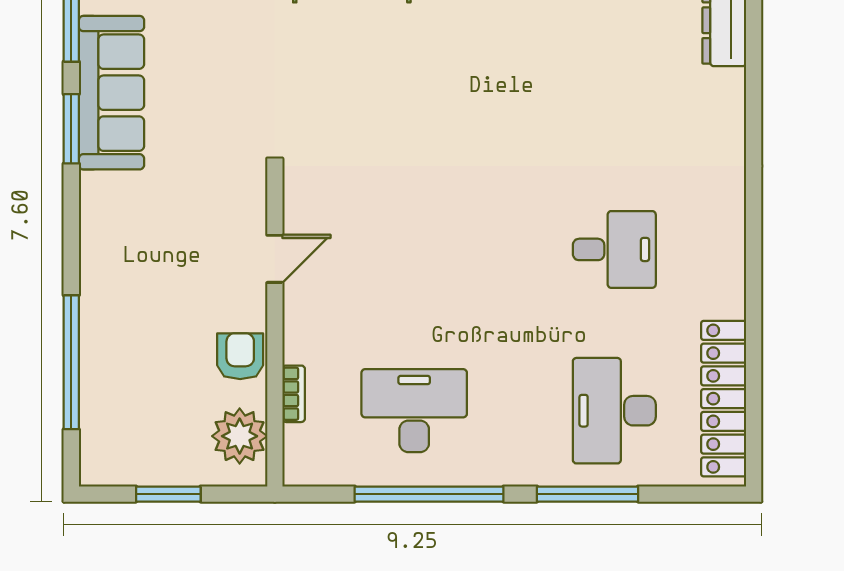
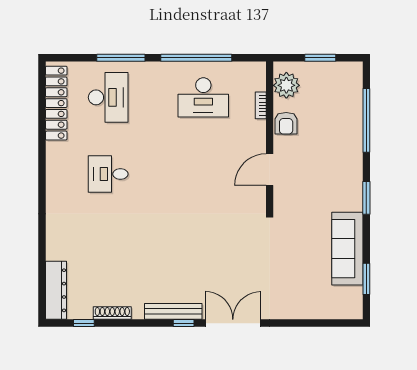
window: (71, 129) -> (366, 198), moved
door: (275, 259) -> (270, 170), width x1.38

